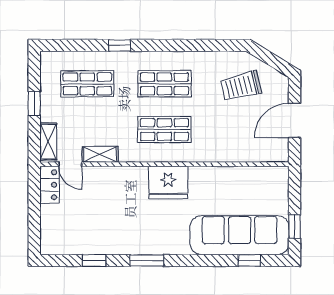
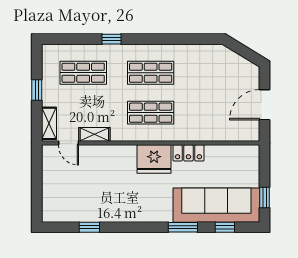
trolley: (241, 86) -> (218, 75), removed
locker: (49, 185) -> (188, 153), moved, turned 90
window: (147, 260) -> (183, 227), moved

